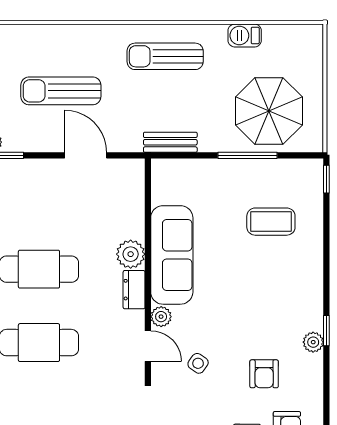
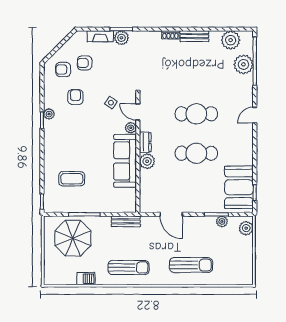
sun lounger: (61, 91) -> (191, 265), moved

